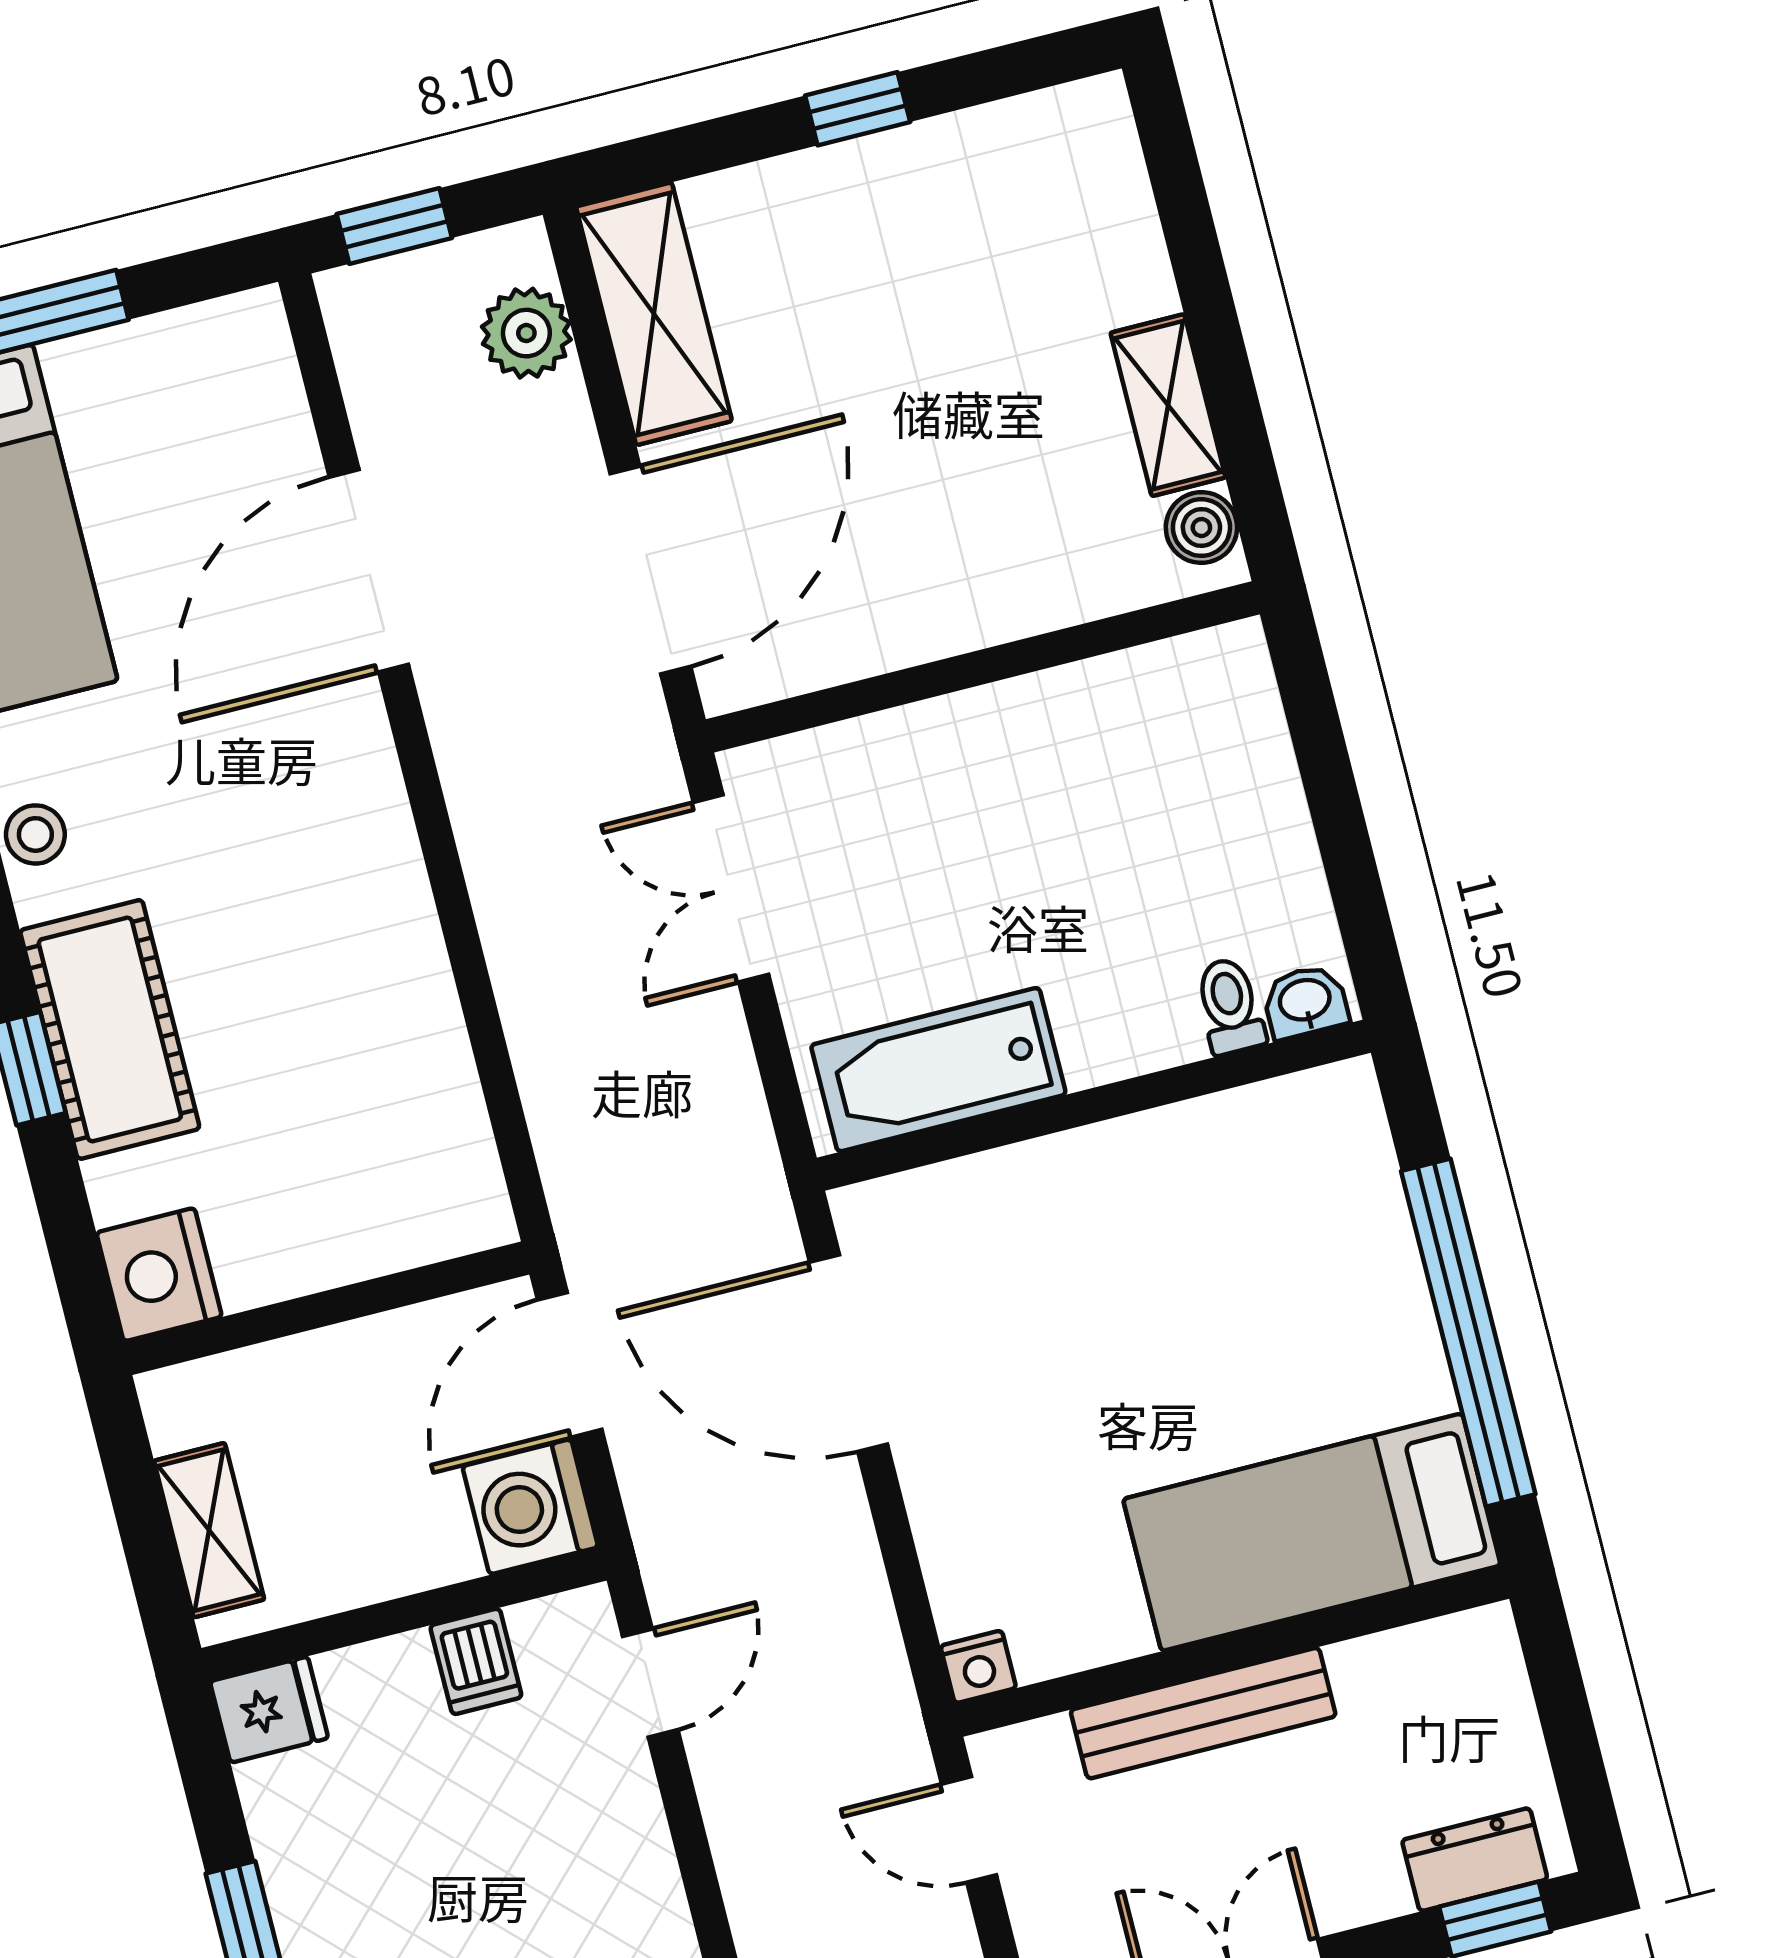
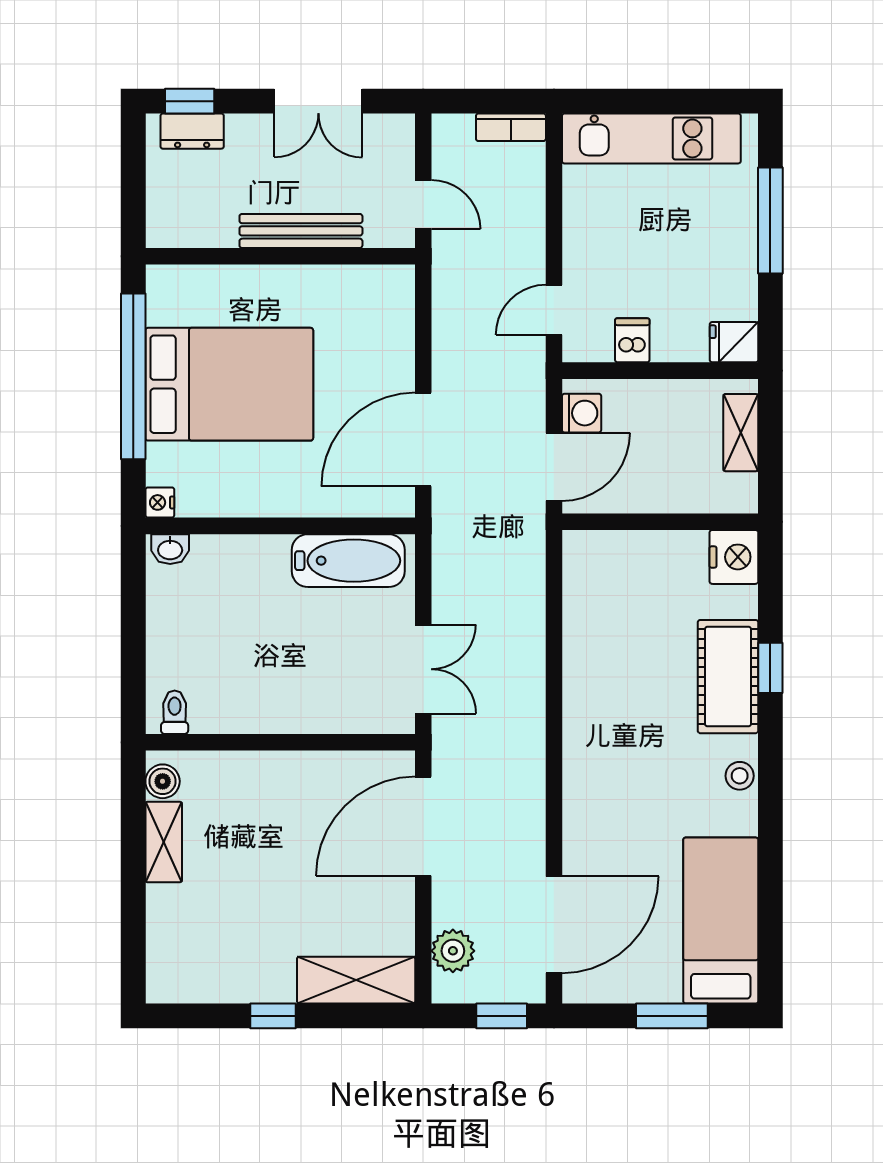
shelving: (654, 314) -> (356, 980), moved, turned 90
door: (369, 571) -> (554, 925), moved
toilet: (1230, 1006) -> (175, 712), moved, turned 180
door: (849, 1353) -> (423, 440), swing flipped
washing machine: (530, 1507) -> (582, 413), width x0.73, depth x0.73
bed: (1312, 1532) -> (229, 384), moved, width x1.50
nightstand: (978, 1667) -> (160, 502), moved, turned -90

